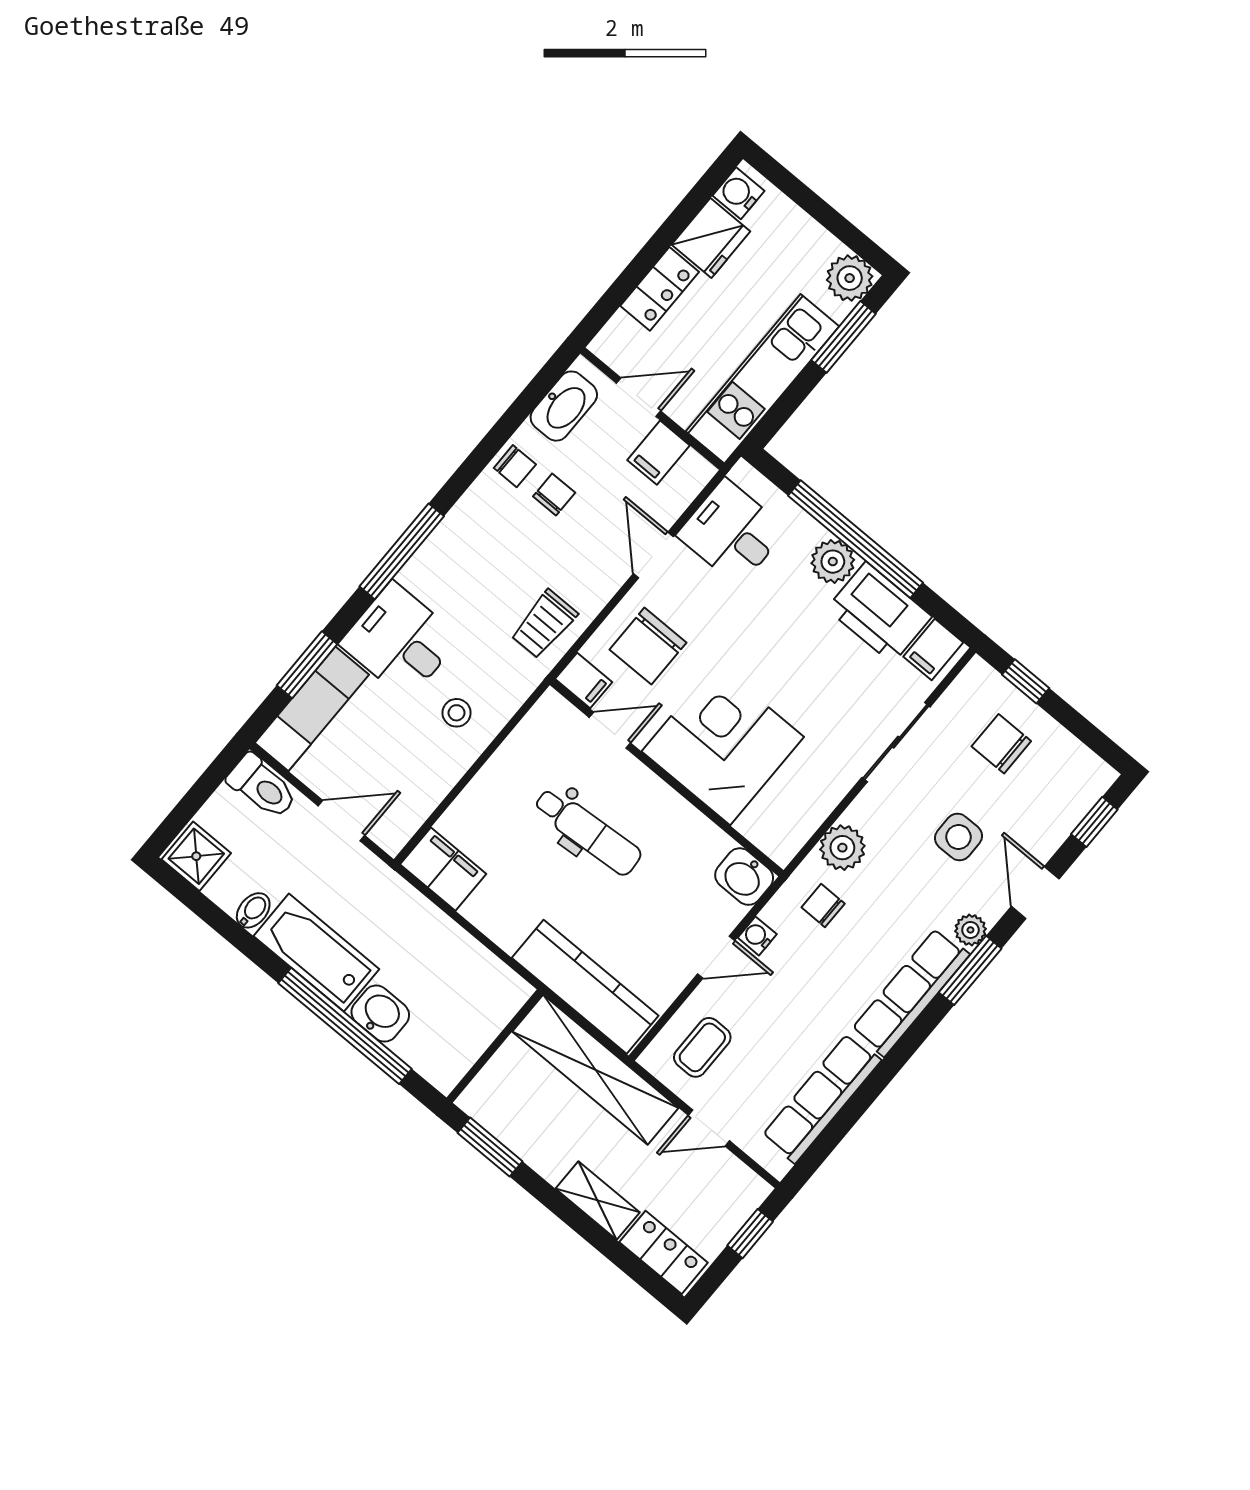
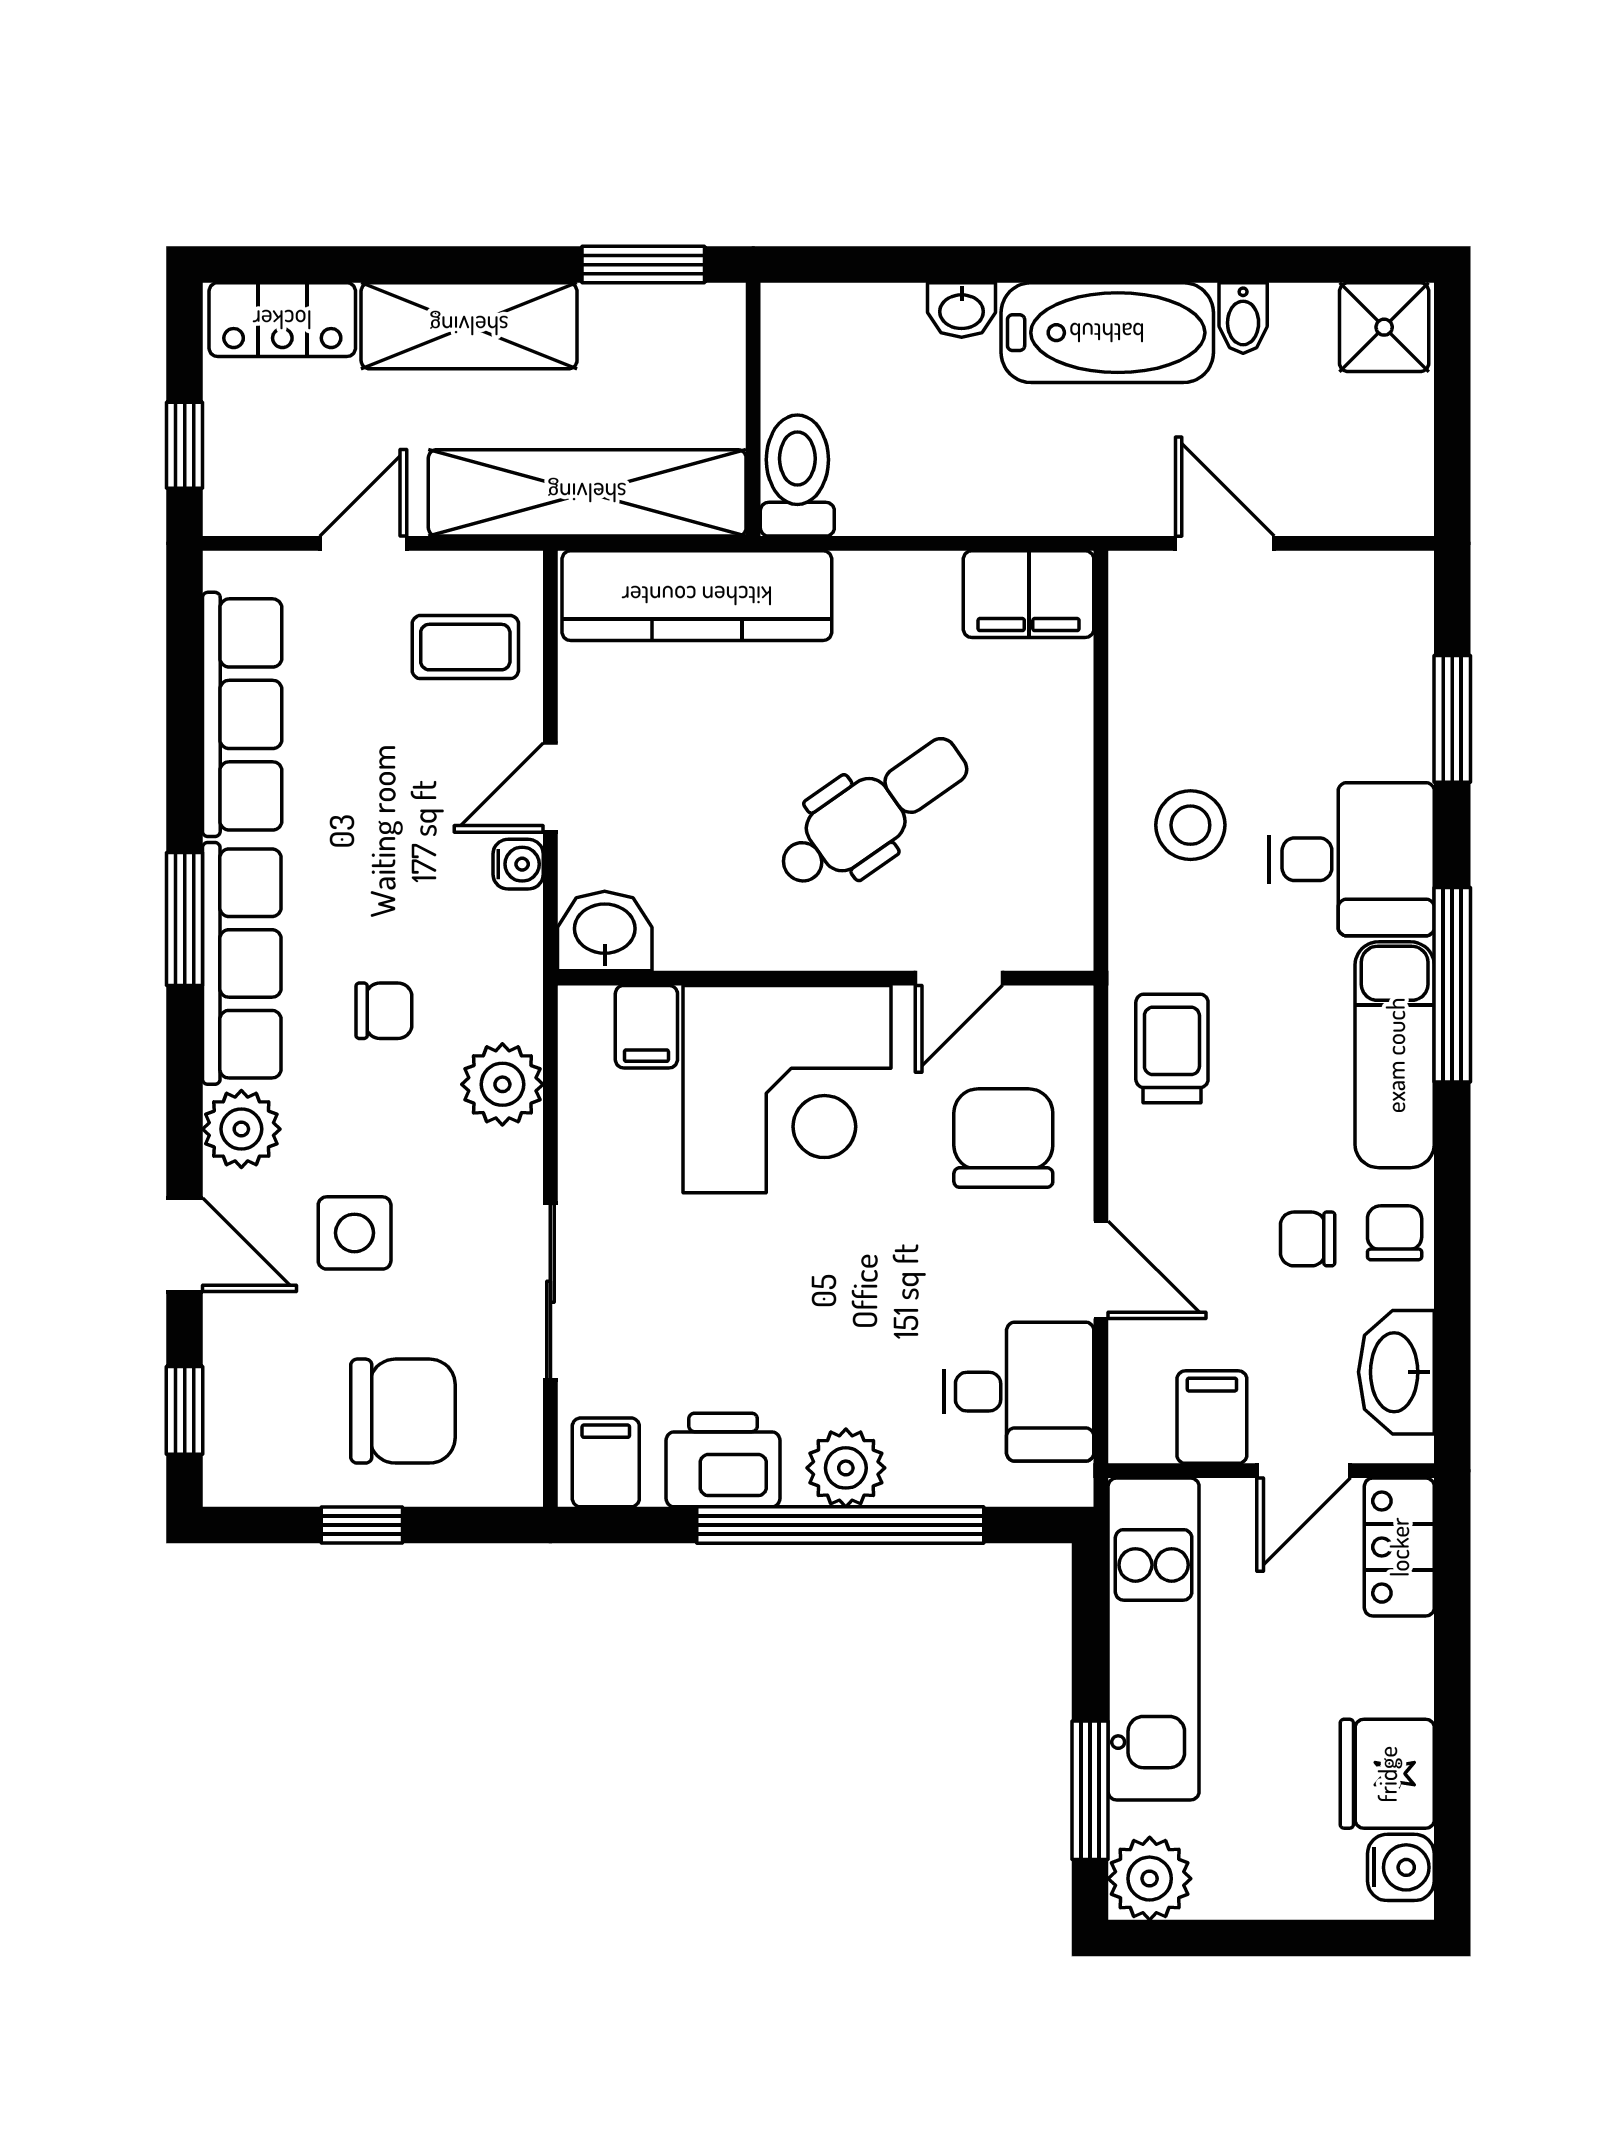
locker: (660, 289) -> (1399, 1547), moved
chair: (515, 466) -> (1395, 1233), turned 90
chair: (554, 495) -> (1308, 1239), turned 90
printer: (879, 613) -> (723, 1460), width x0.73, depth x0.84
filing cabinet: (584, 680) -> (646, 1027), moved, turned -90
window: (1026, 681) -> (362, 1525), moved
exam couch: (312, 709) -> (1395, 1055), moved
stool: (457, 713) -> (1190, 825), width x1.37, depth x1.37
chair: (1001, 744) -> (403, 1411), width x1.37, depth x1.37
toilet: (262, 786) -> (797, 476), moved, turned 90
door: (341, 821) -> (1225, 543), swing flipped
dental chair: (588, 831) -> (873, 813), turned 149
chair: (823, 906) -> (384, 1011), moved
plant: (970, 930) -> (241, 1129), width x1.38, depth x1.38
window: (970, 970) -> (185, 919), moved
washbasin: (380, 1014) -> (962, 310), width x0.72, depth x0.69
window: (345, 1026) -> (983, 265), removed
coffee table: (702, 1047) -> (465, 647), turned 90
shelving: (598, 1201) -> (469, 326), width x1.50, depth x1.33

